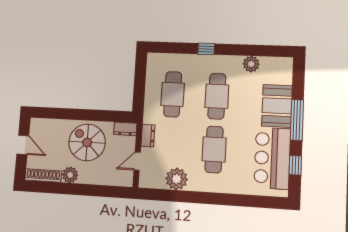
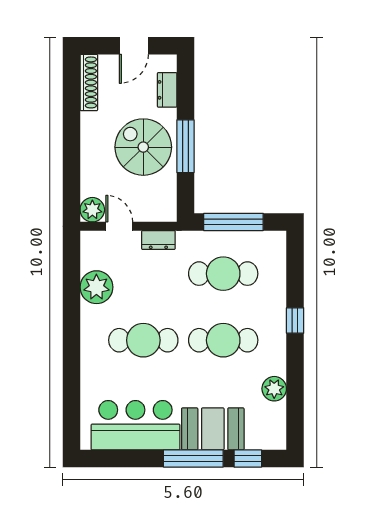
window: (139, 86) -> (233, 222), added
window: (89, 115) -> (185, 146), added
dresser: (125, 129) -> (167, 90), moved
spiral stairs: (87, 142) -> (143, 147), turned -90
window: (295, 165) -> (248, 458), moved
plant: (70, 175) -> (92, 210), moved

